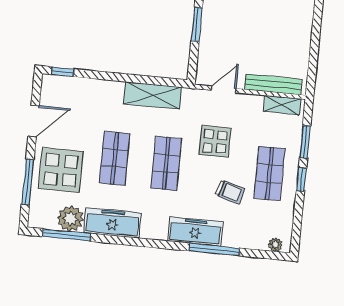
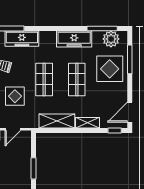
shelving: (104, 88) -> (87, 123), added
door: (34, 121) -> (130, 112), moved
plant: (70, 219) -> (111, 39), moved

